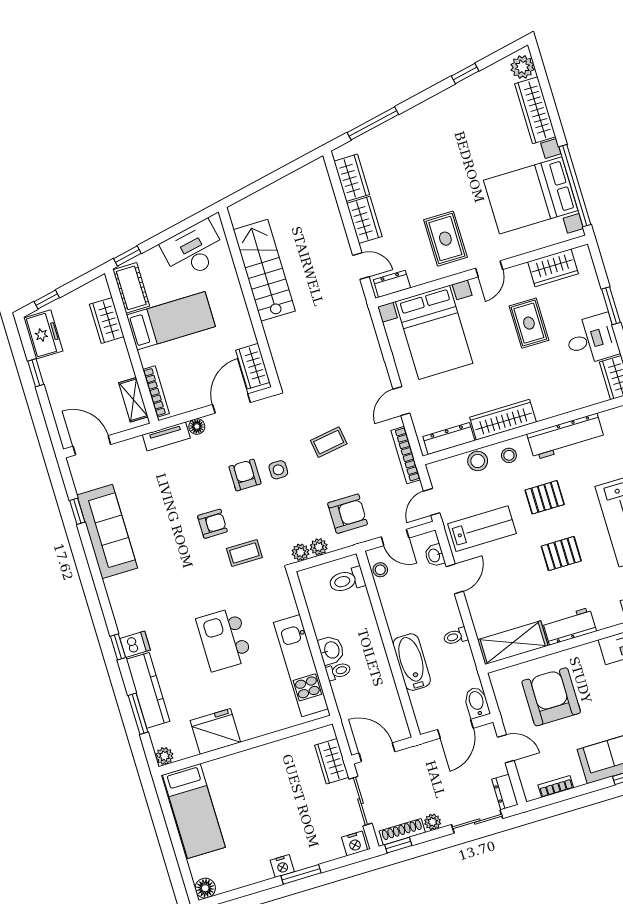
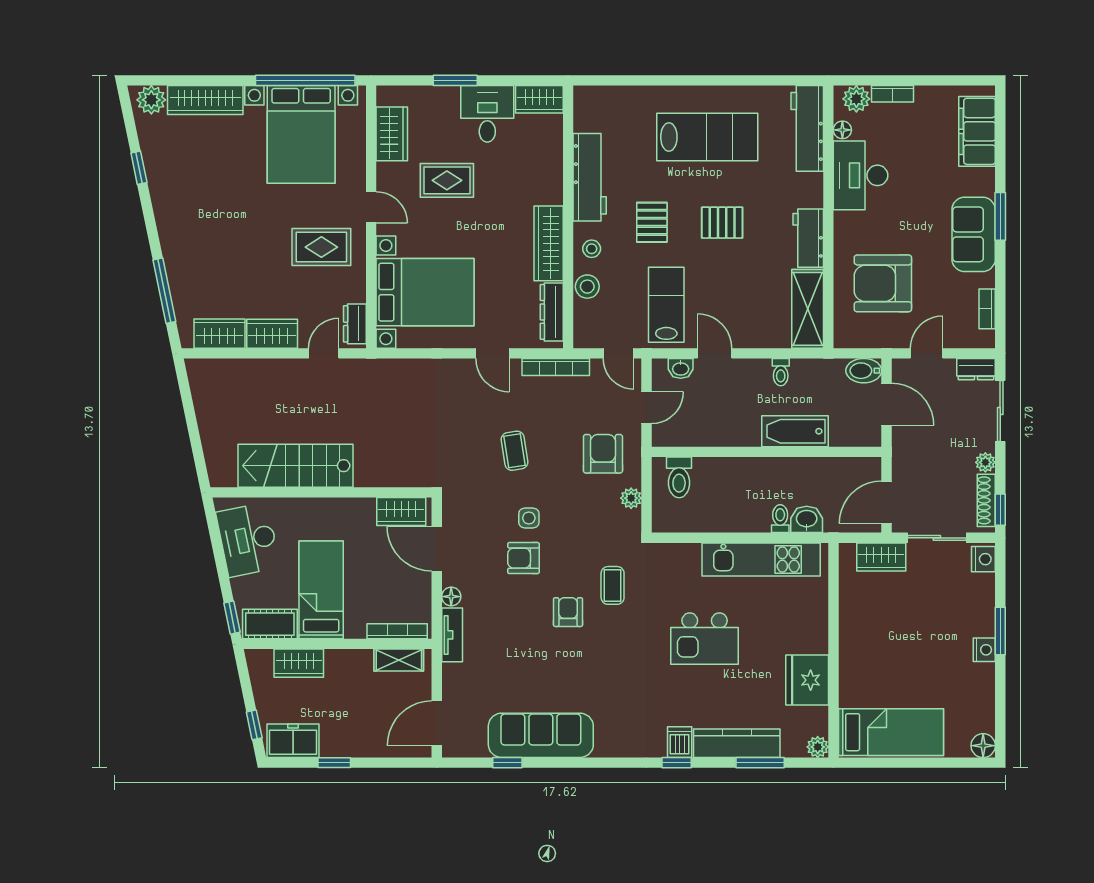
plant: (300, 552) -> (631, 521), removed
pallet: (561, 554) -> (722, 223), turned 90
stool: (380, 570) -> (678, 436), removed
washbasin: (331, 650) -> (807, 519), moved

